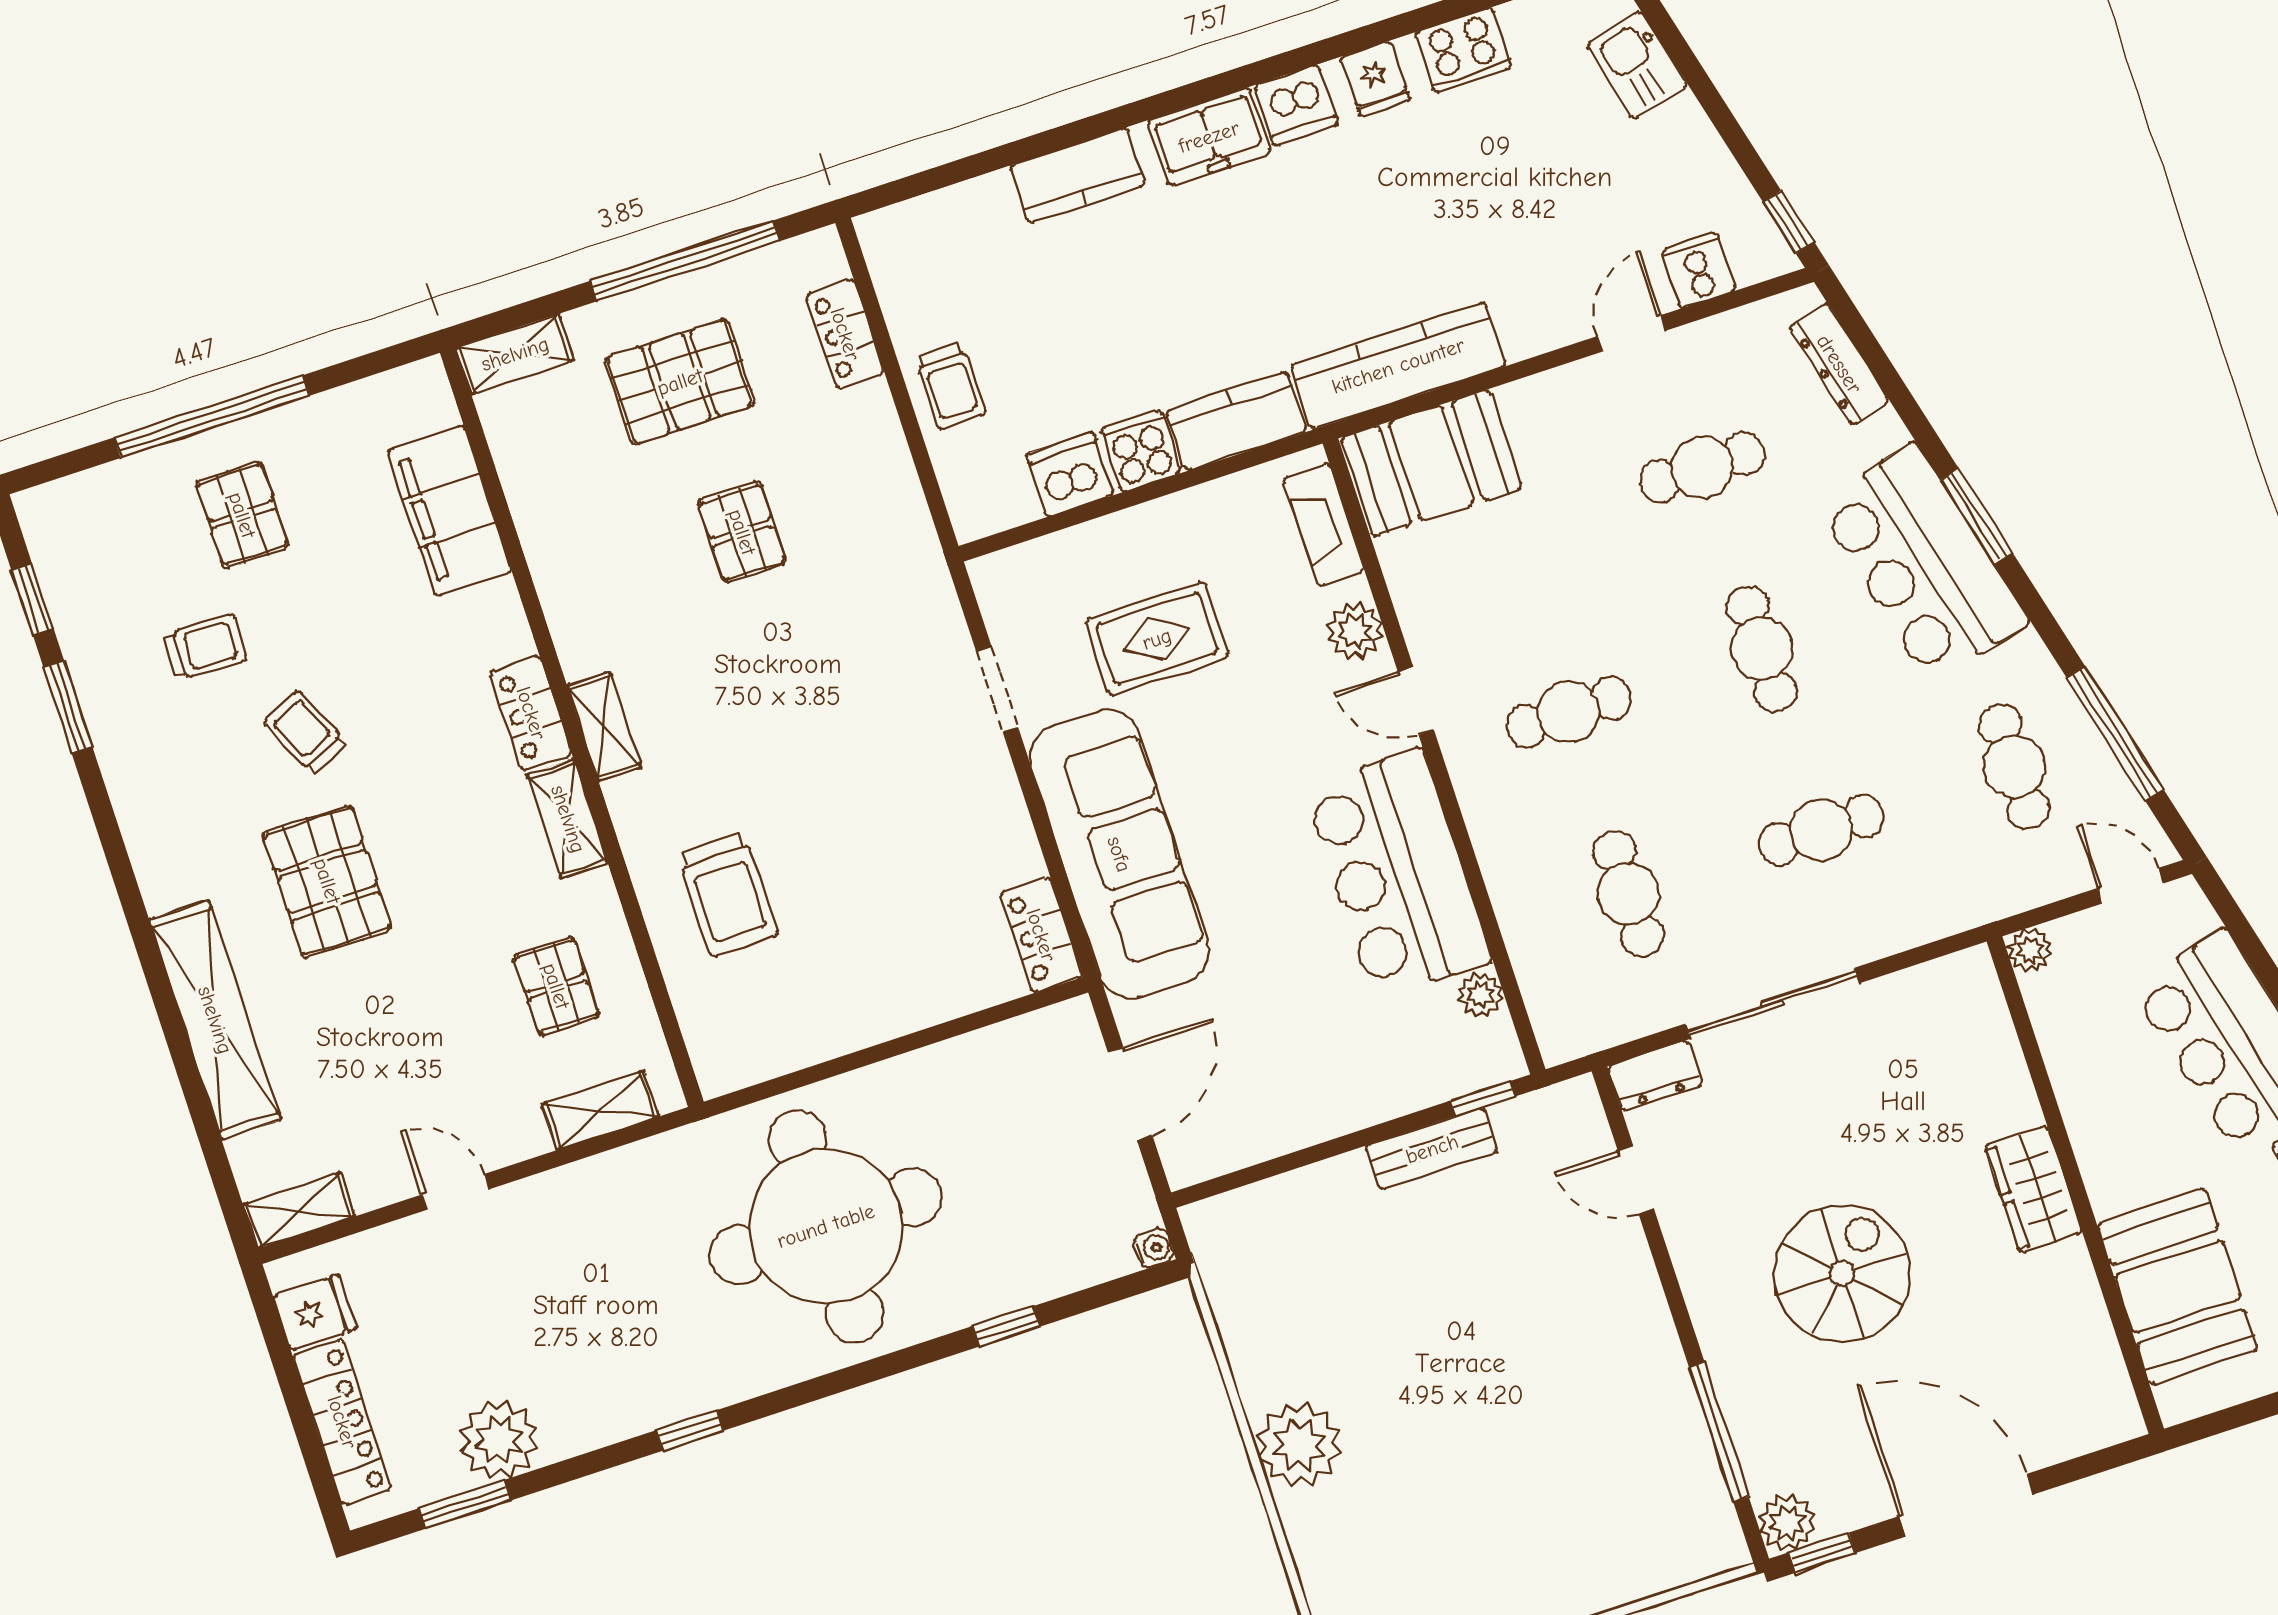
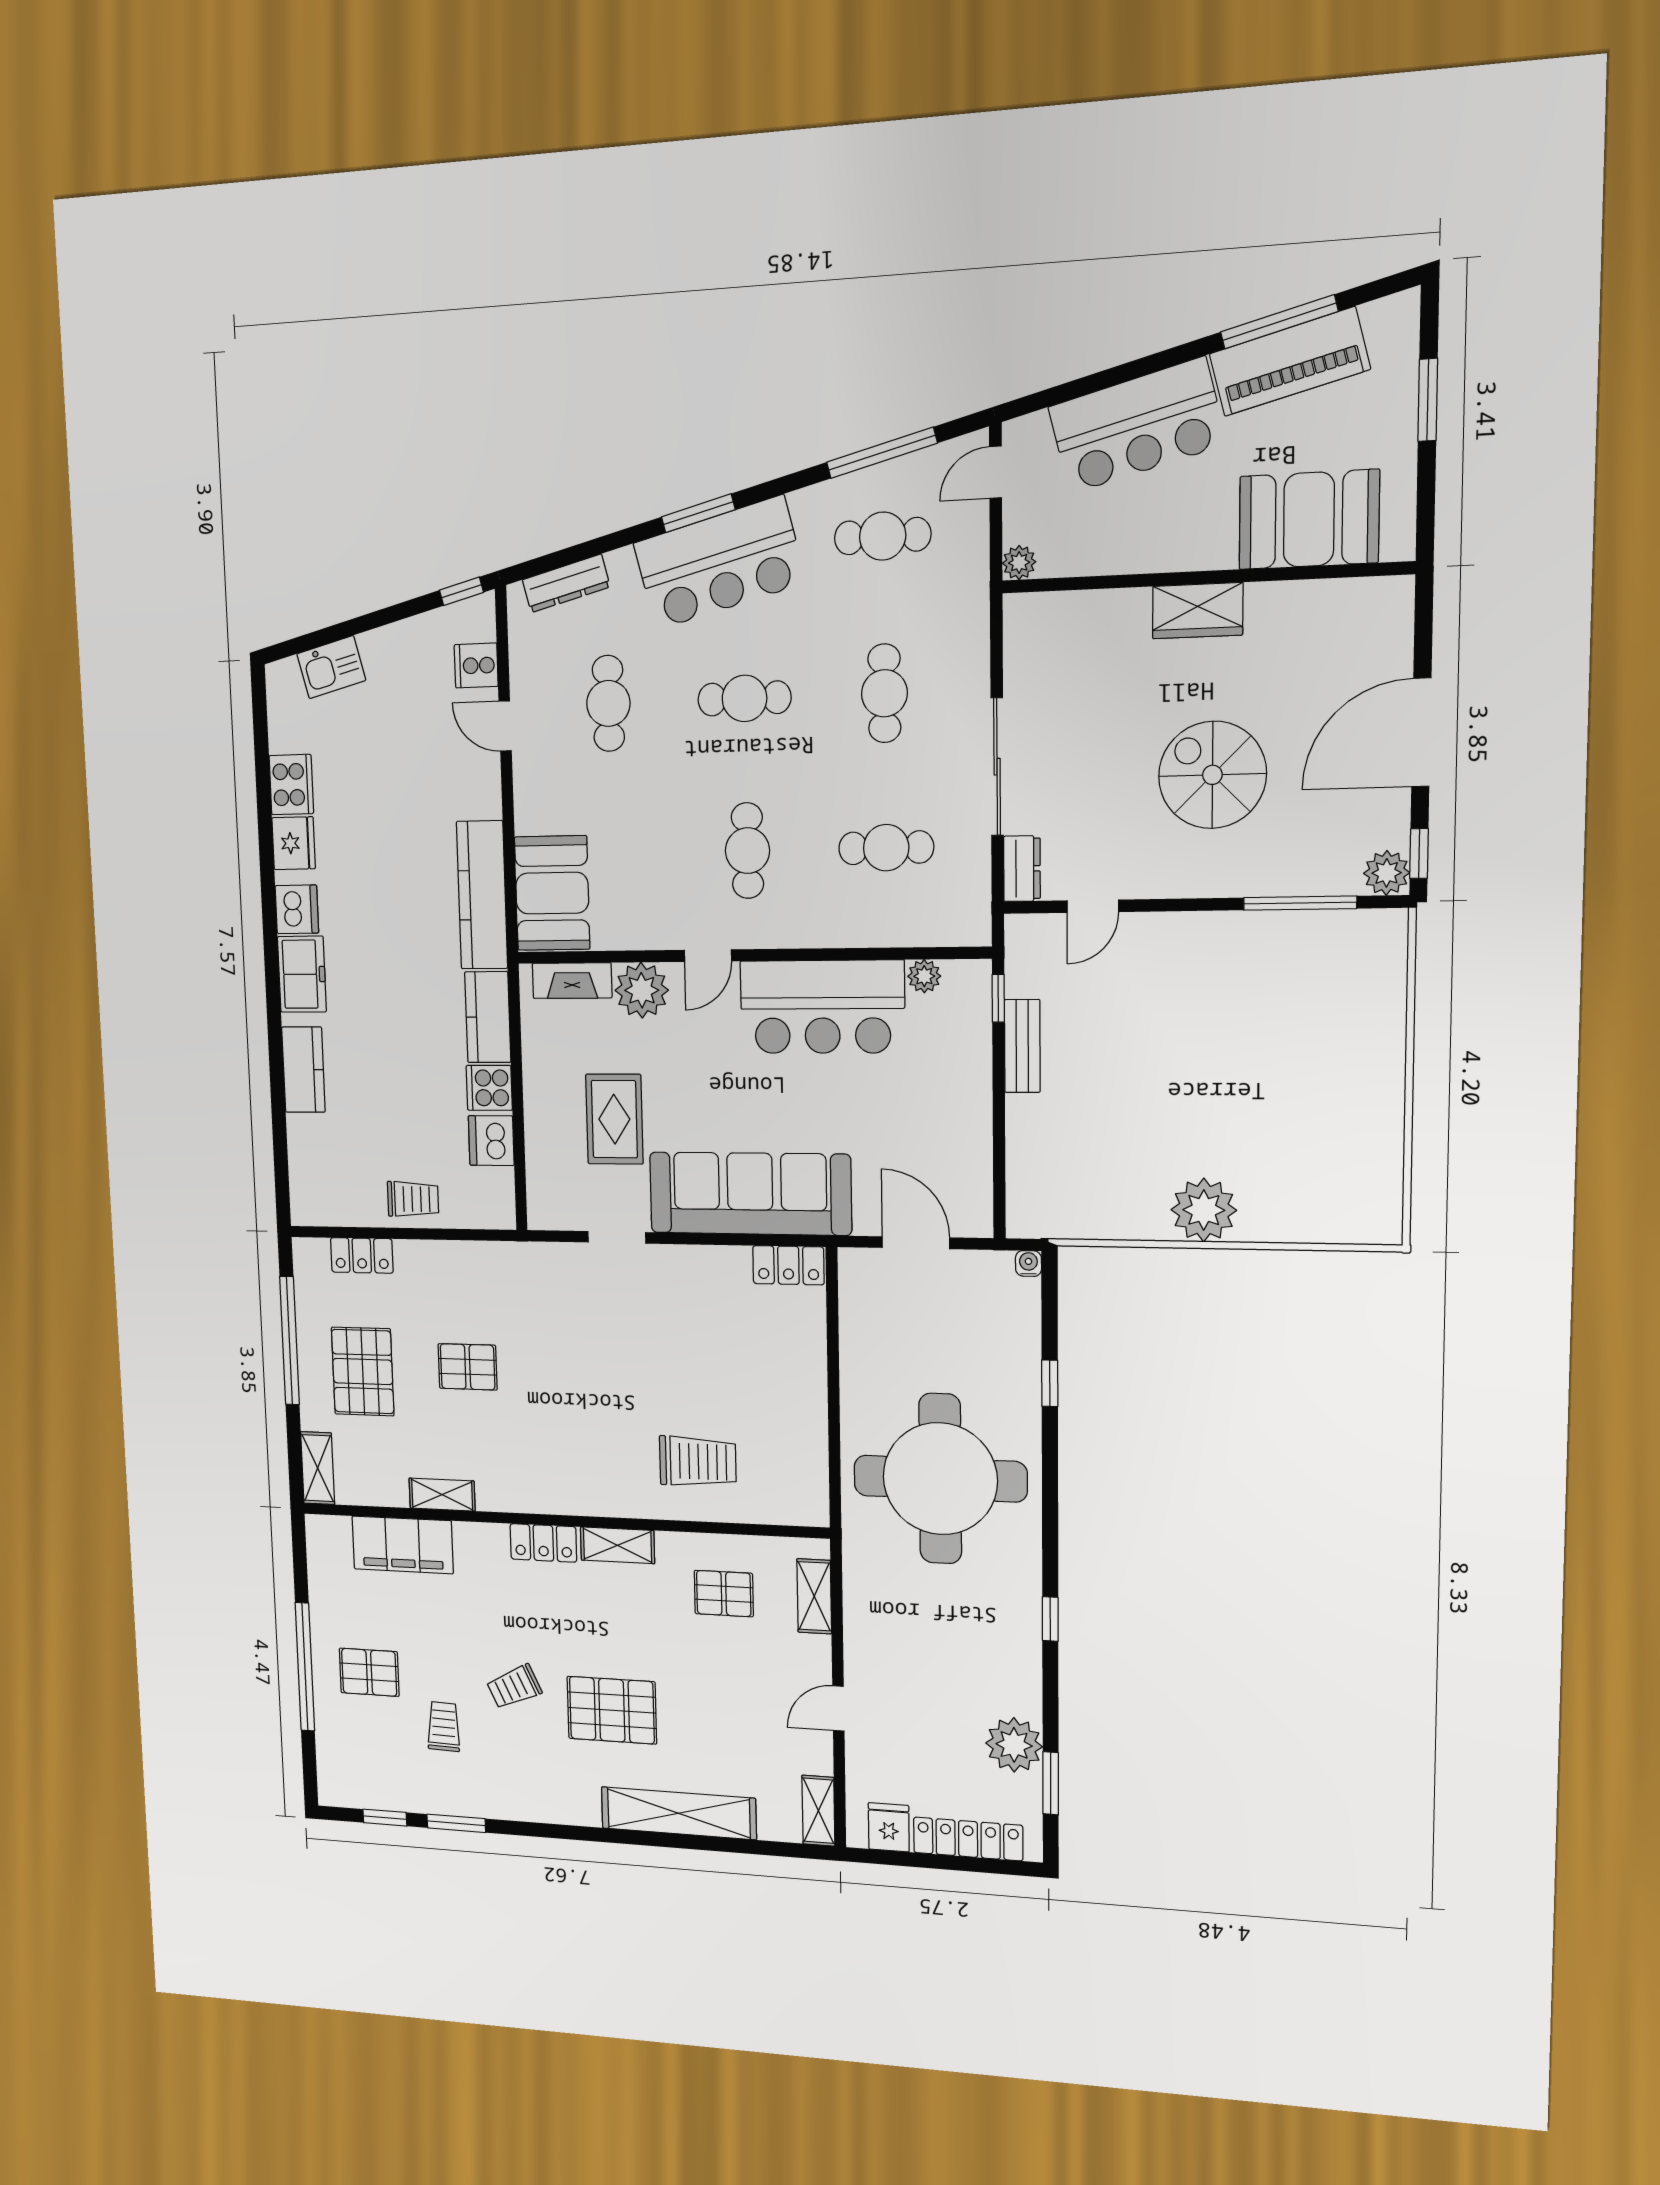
fridge: (1375, 79) -> (294, 843), width x1.38
plant: (1355, 631) -> (642, 990), width x1.36, depth x1.36
shelving: (604, 727) -> (442, 1495), moved

